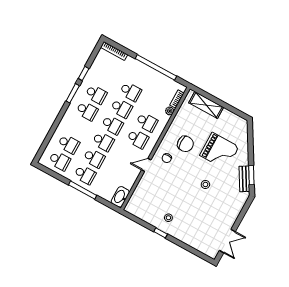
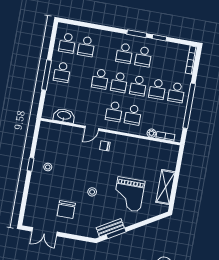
shelving: (206, 105) -> (166, 187), moved
chair: (185, 144) -> (66, 210), moved
school desk: (94, 158) -> (176, 93), moved
door: (146, 165) -> (92, 128), swing flipped
washbasin: (120, 197) -> (64, 116), moved

